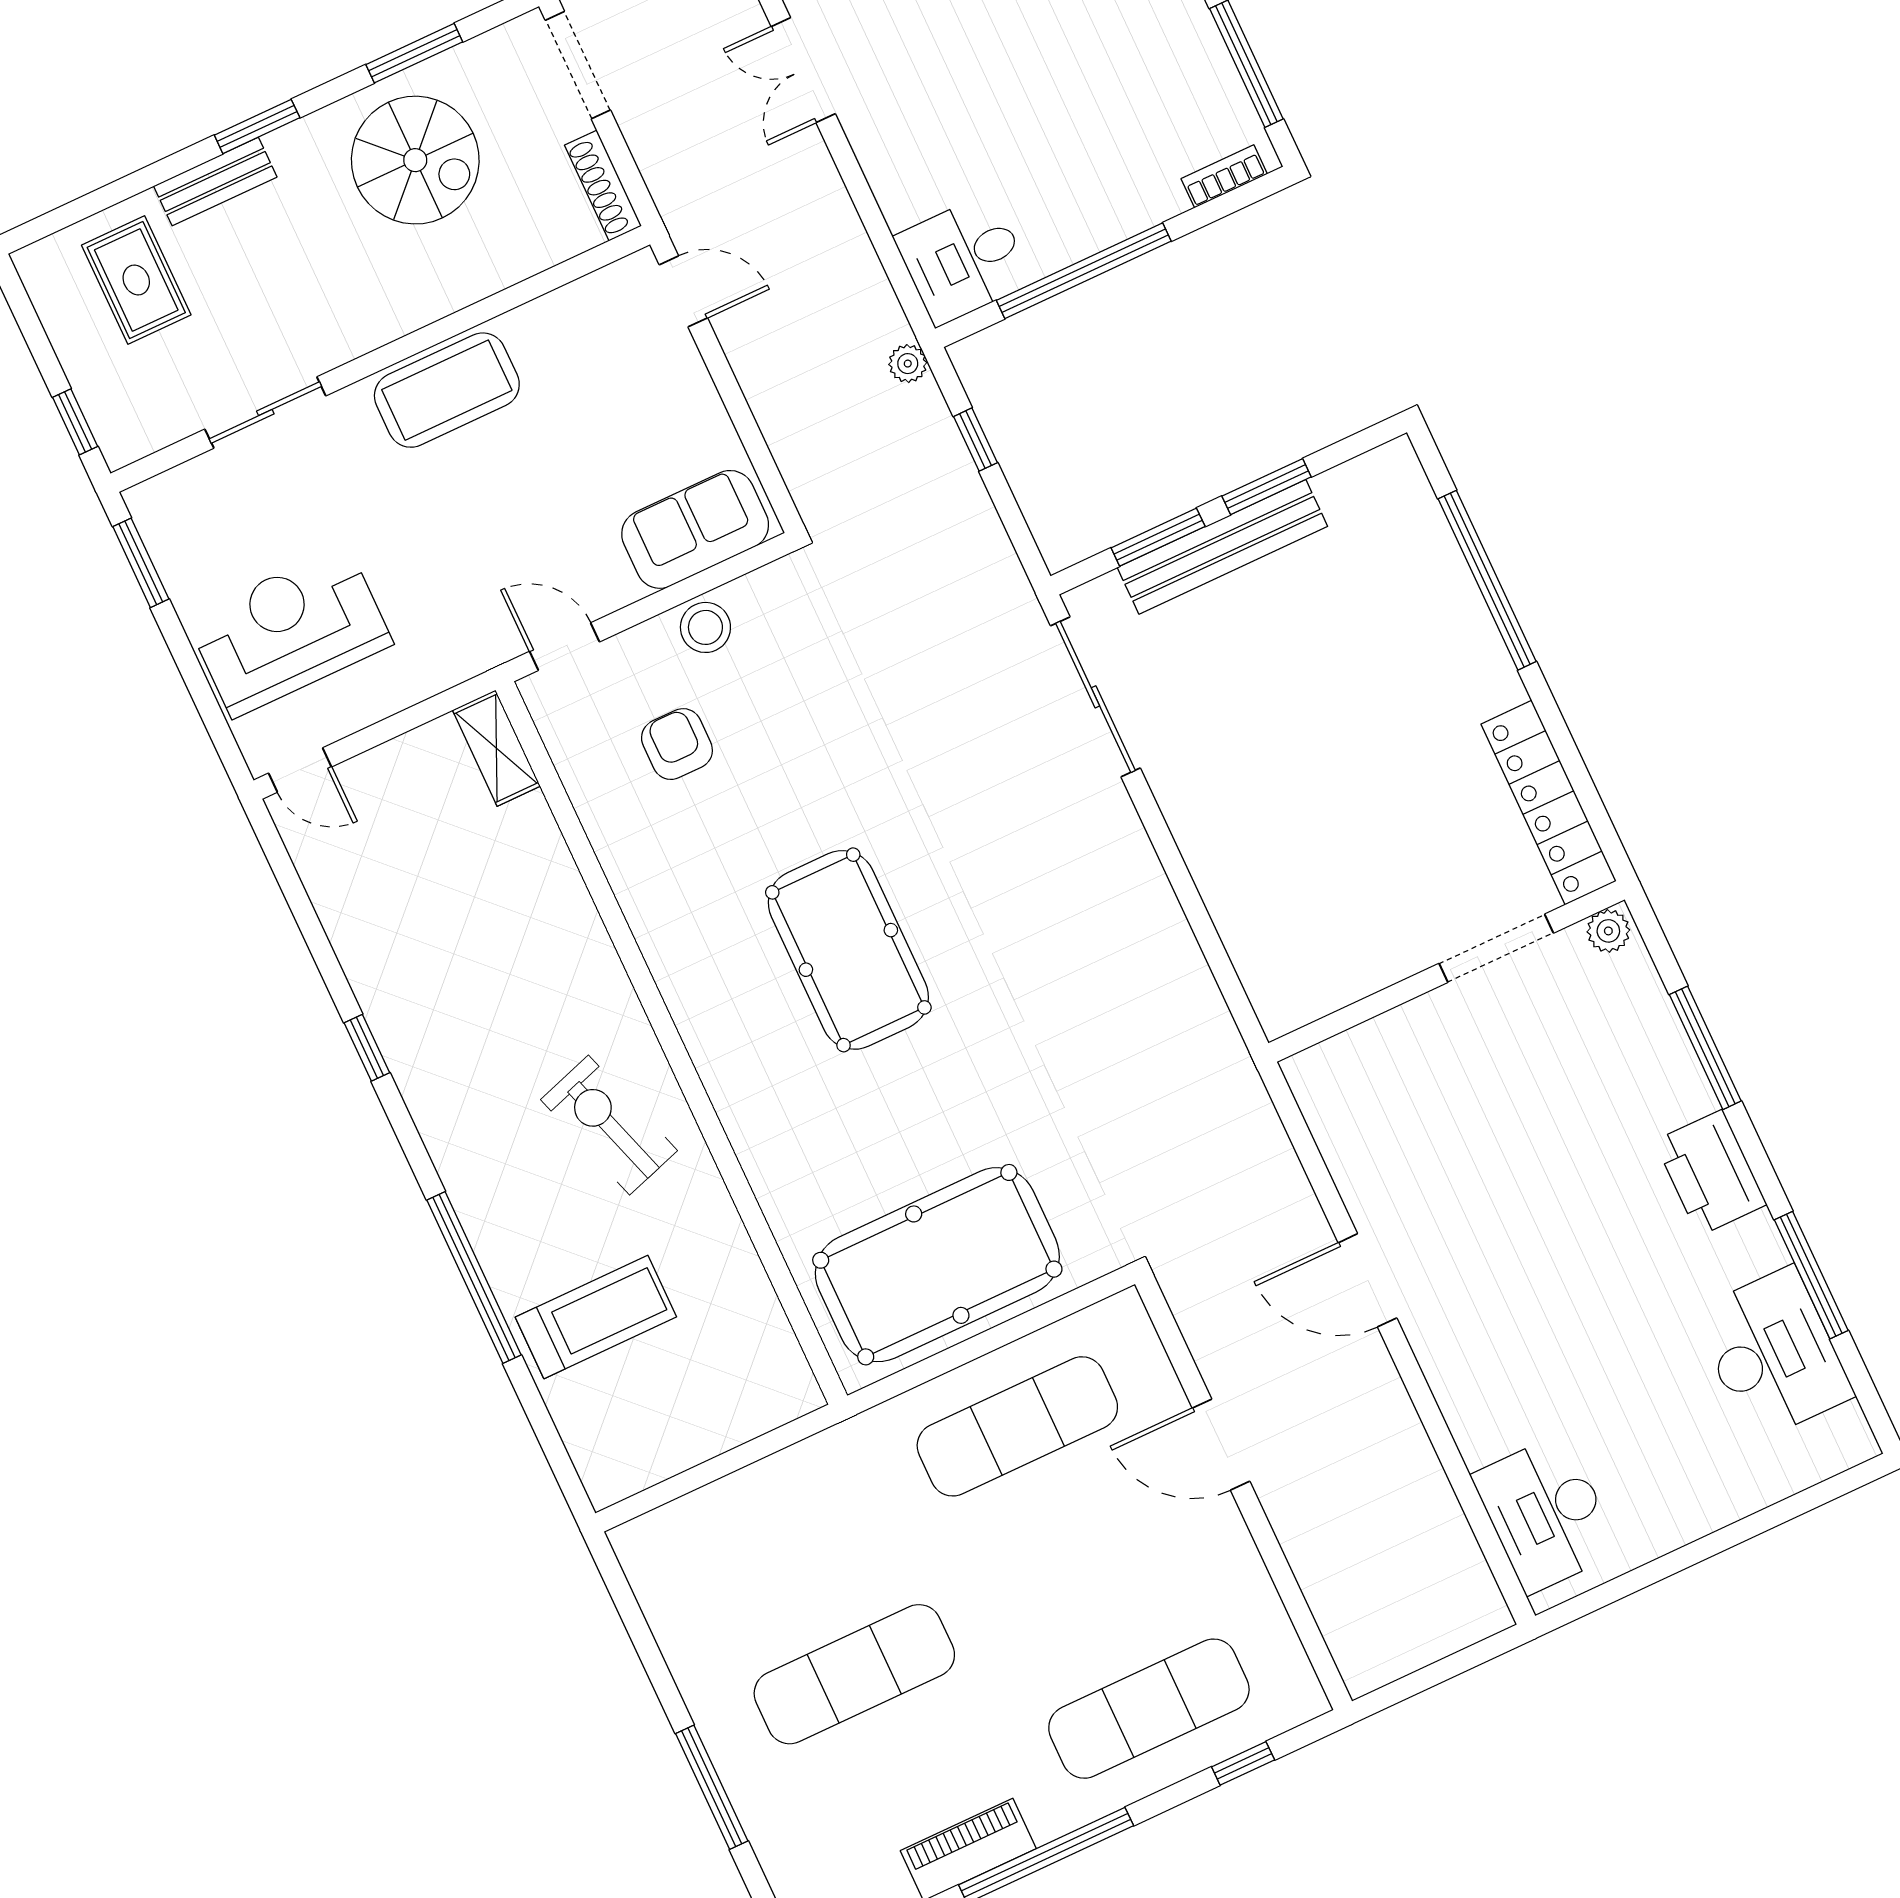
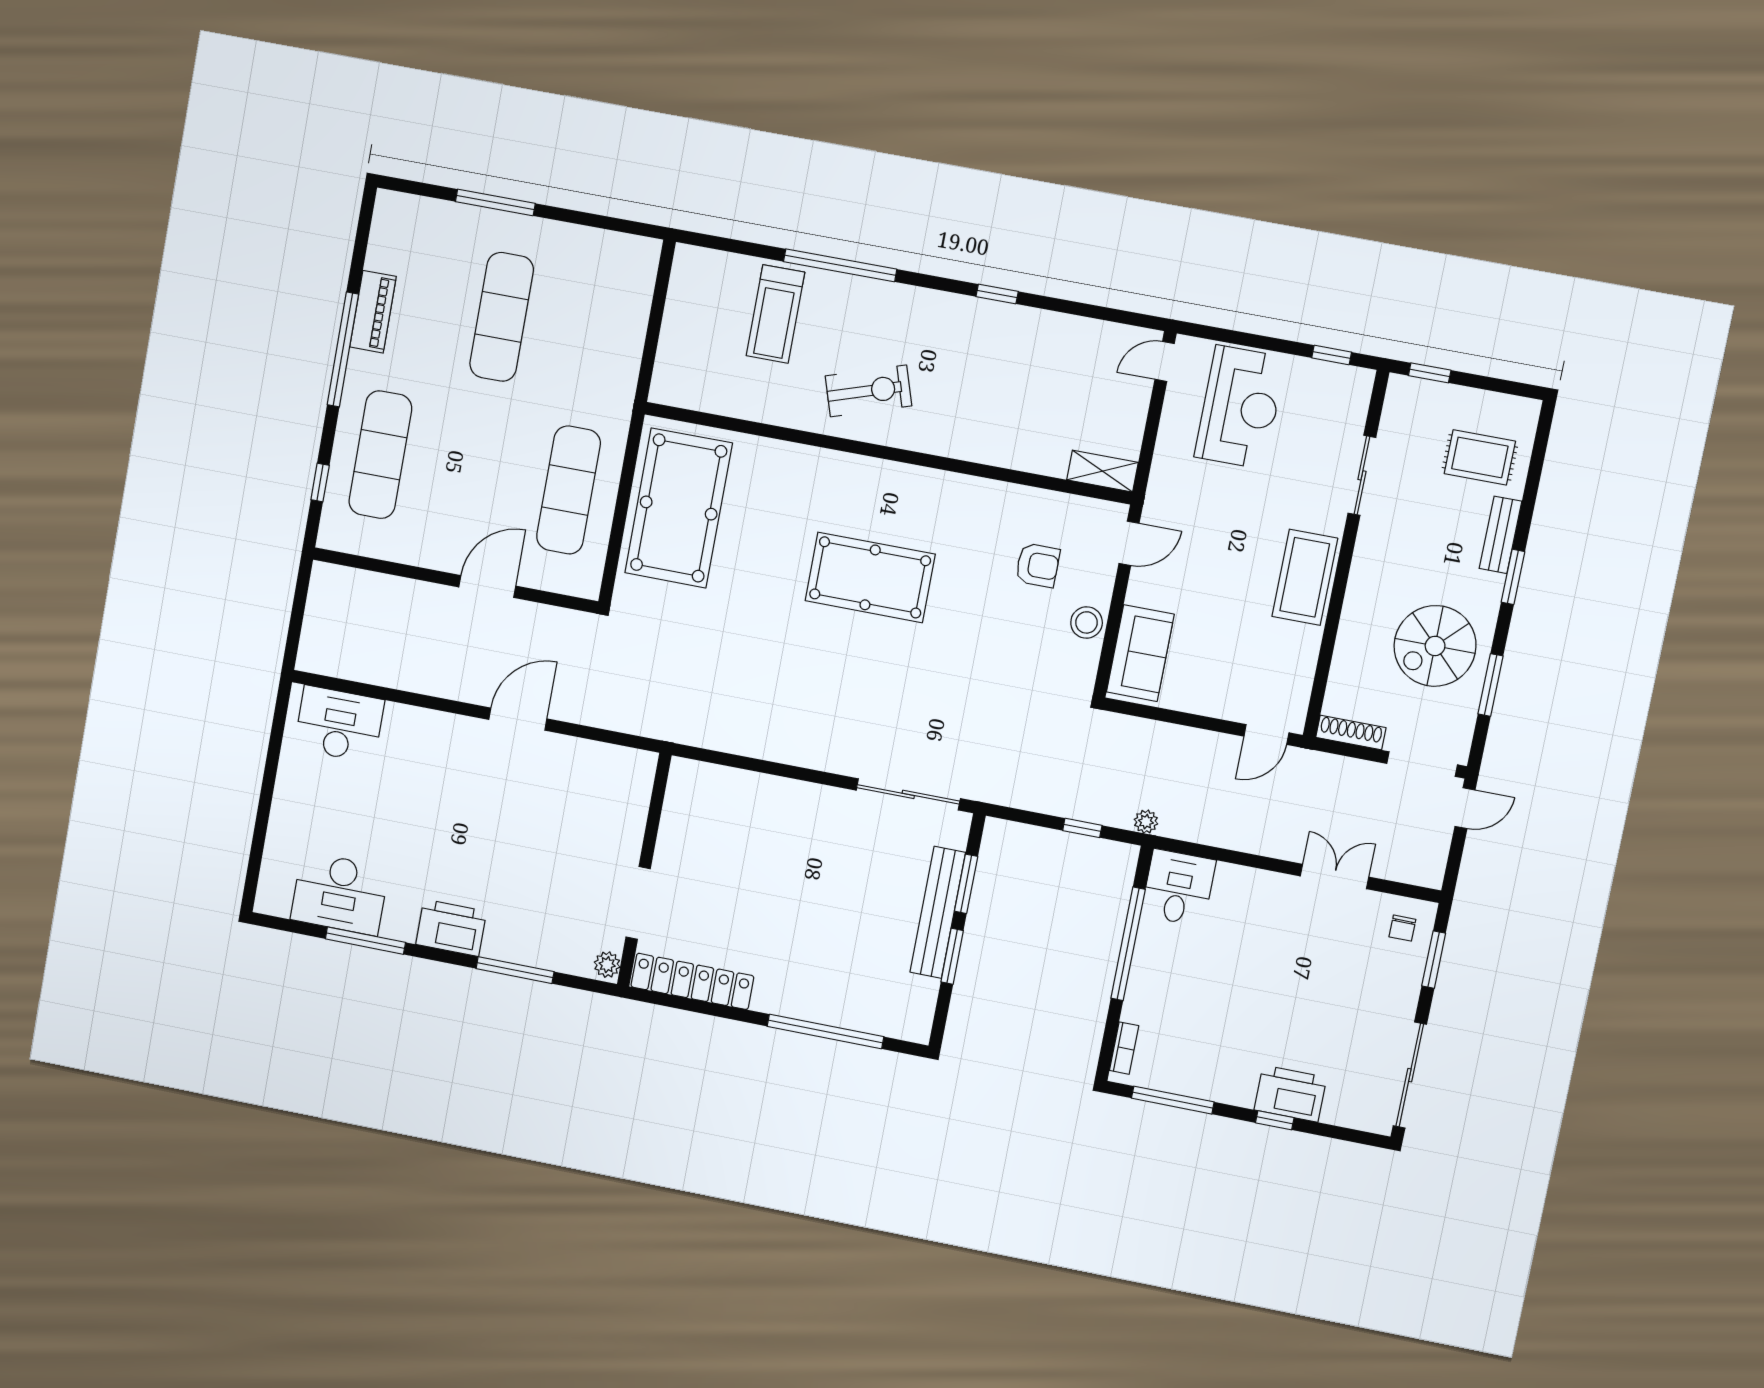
window: (141, 563) -> (1332, 355), width x0.67

